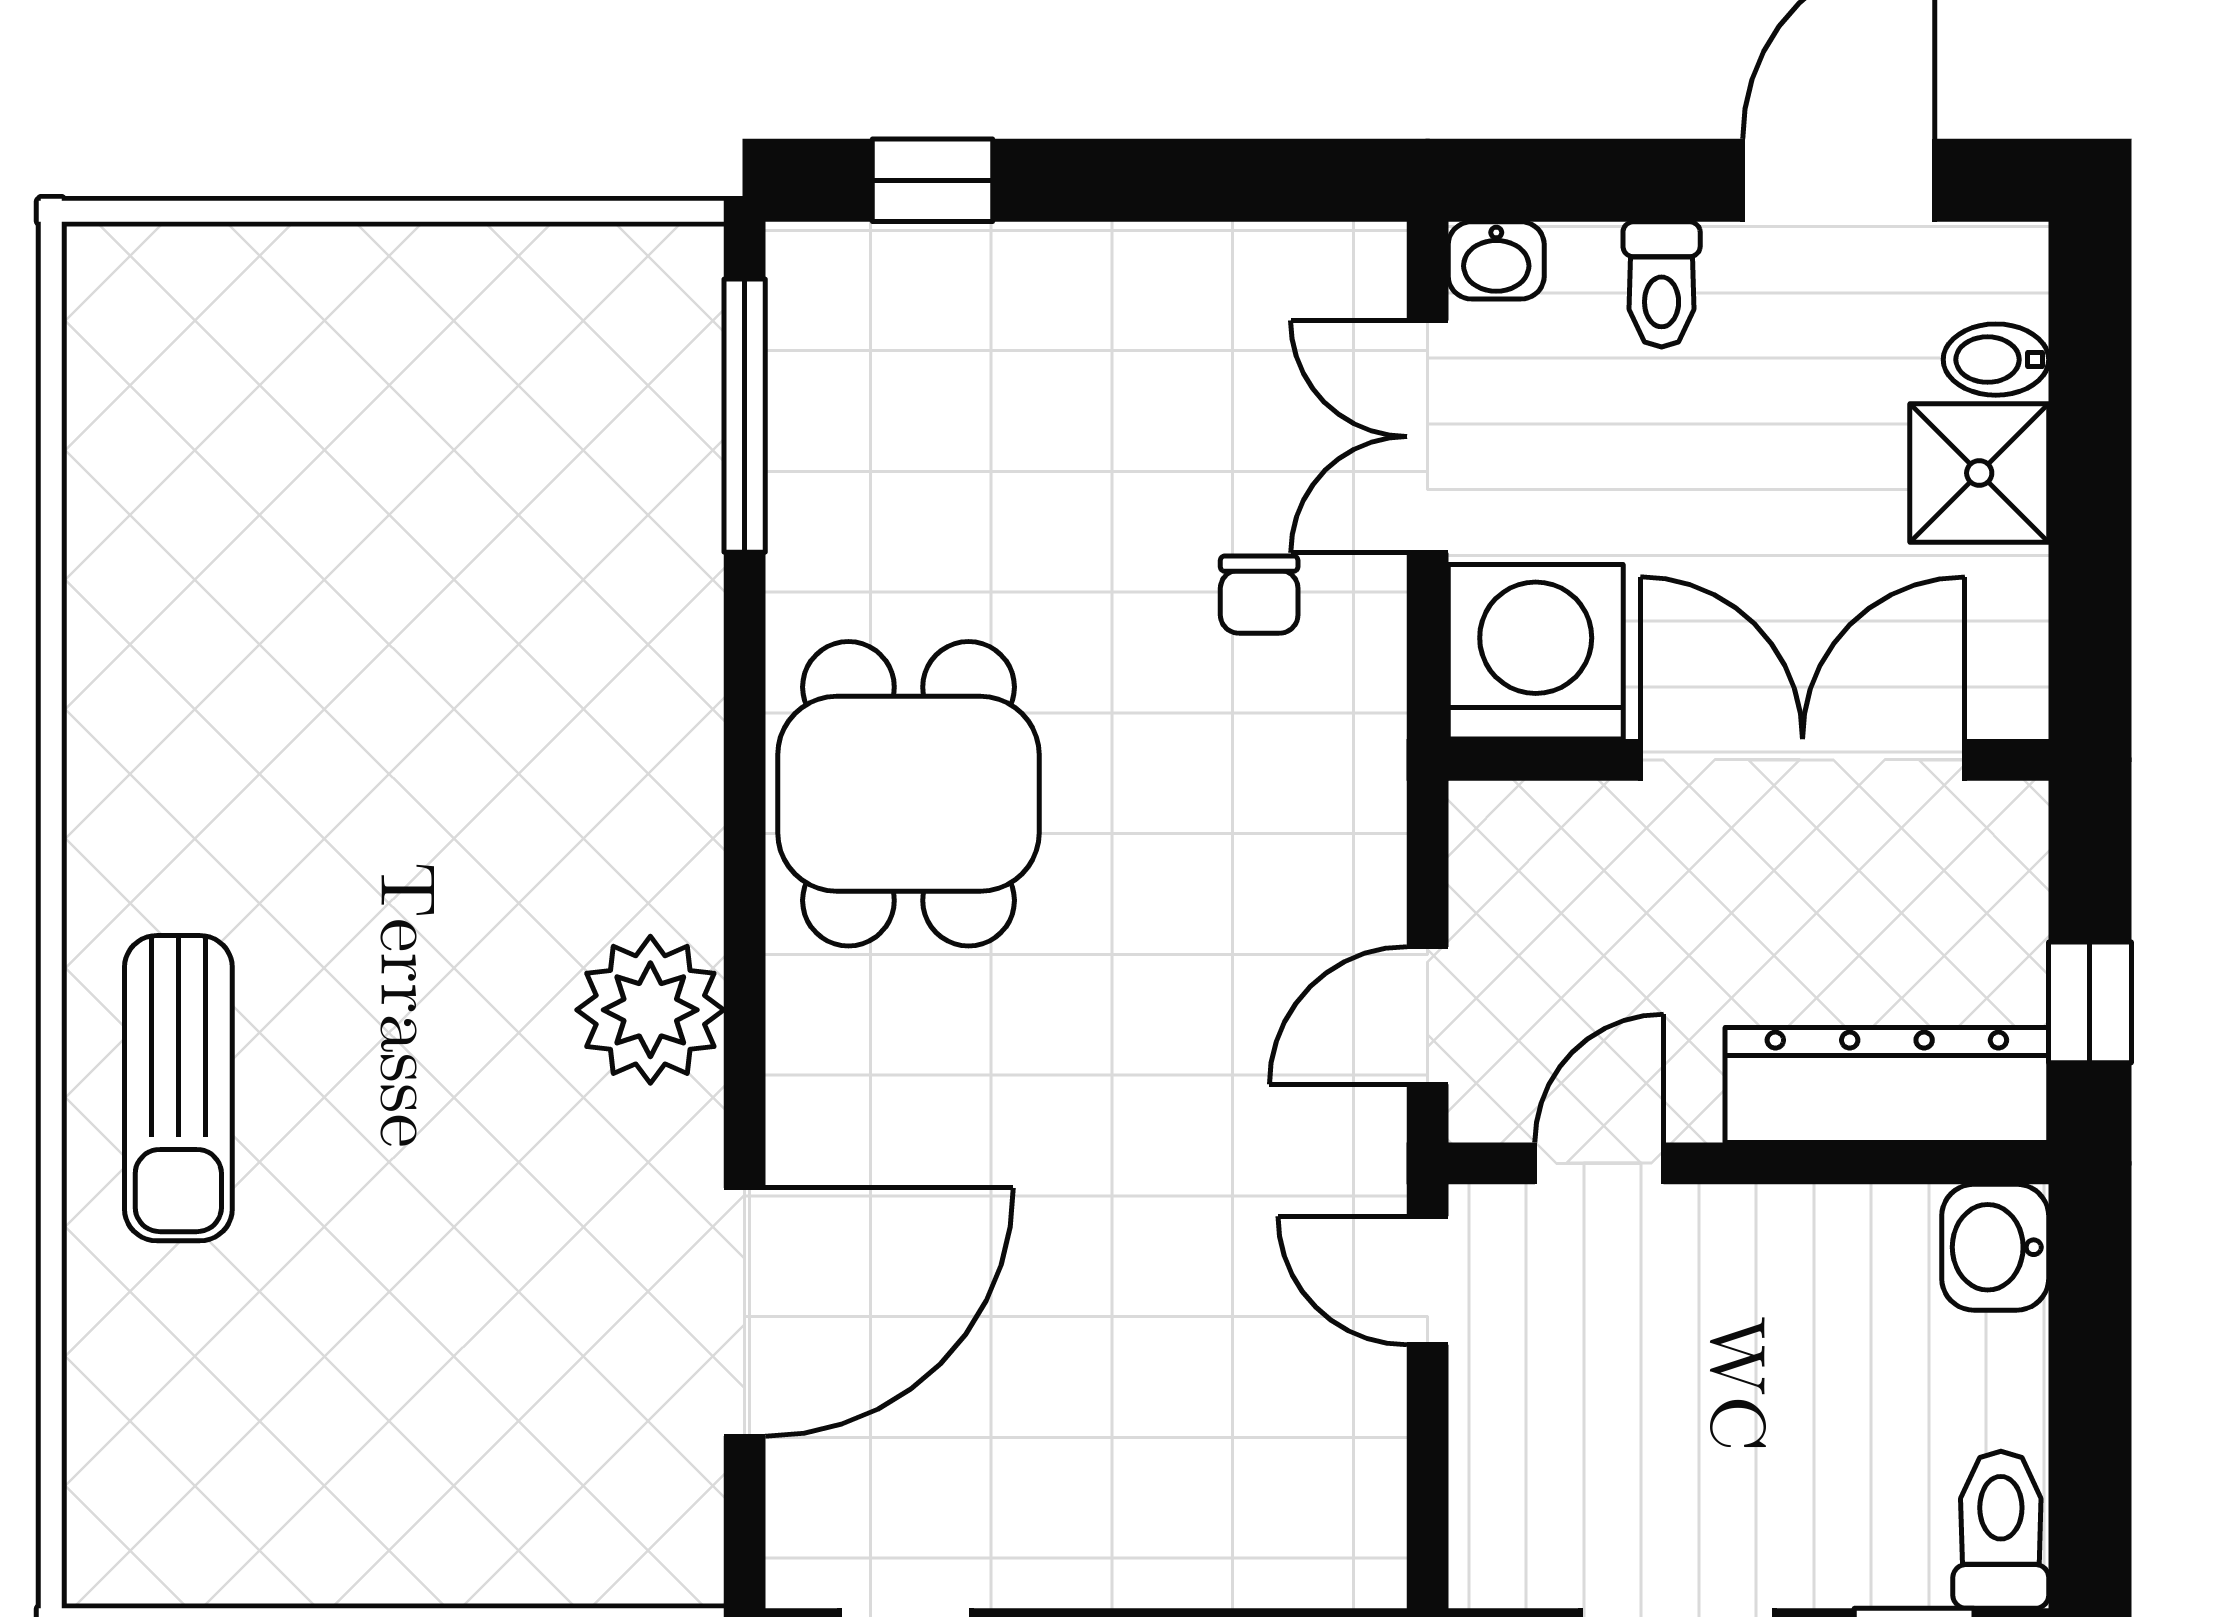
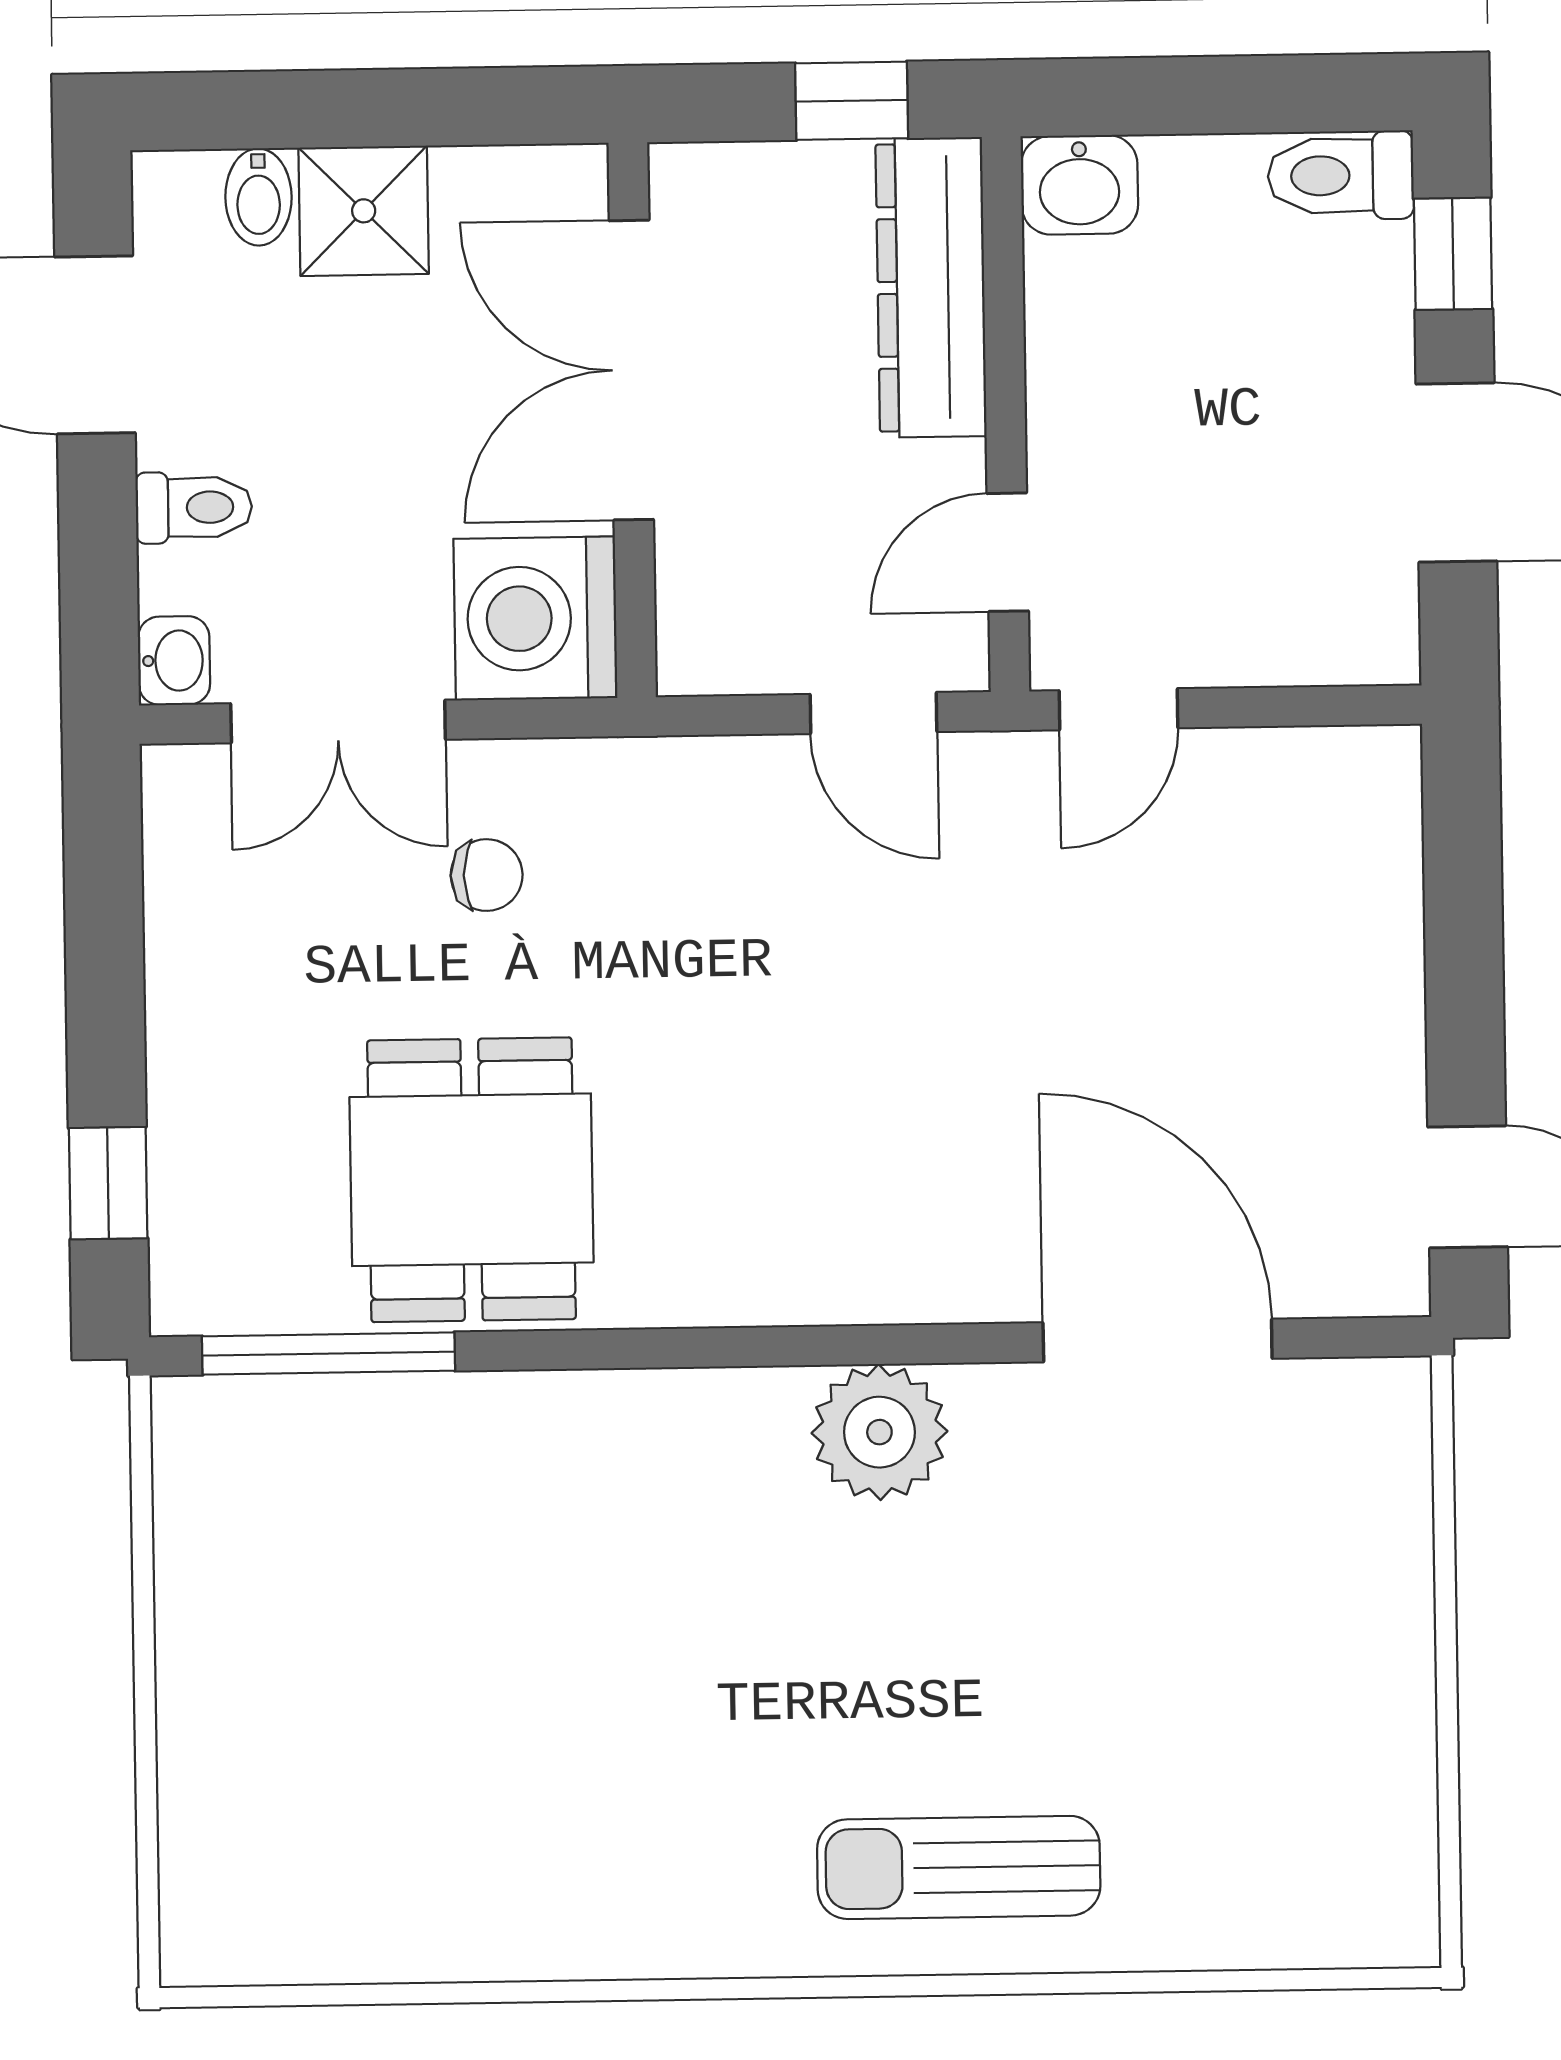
dining table: (908, 794) -> (472, 1180), moved, turned 90
sun lounger: (178, 1088) -> (959, 1867), turned 180
door: (1599, 1163) -> (1008, 552), hinge flipped

